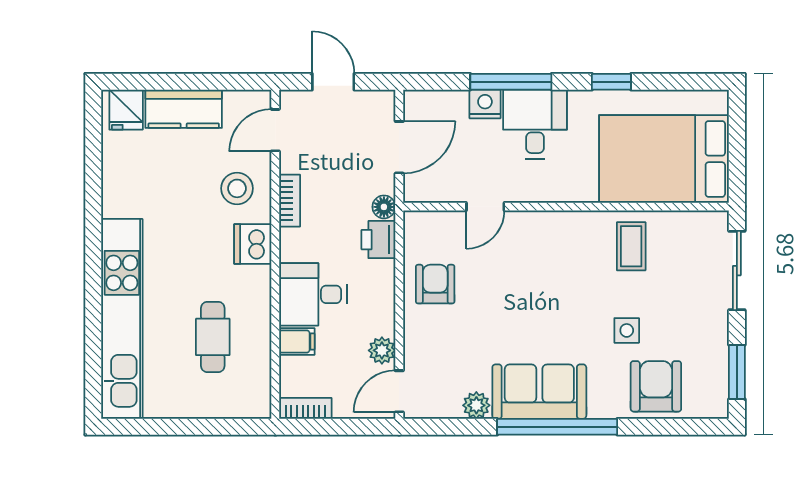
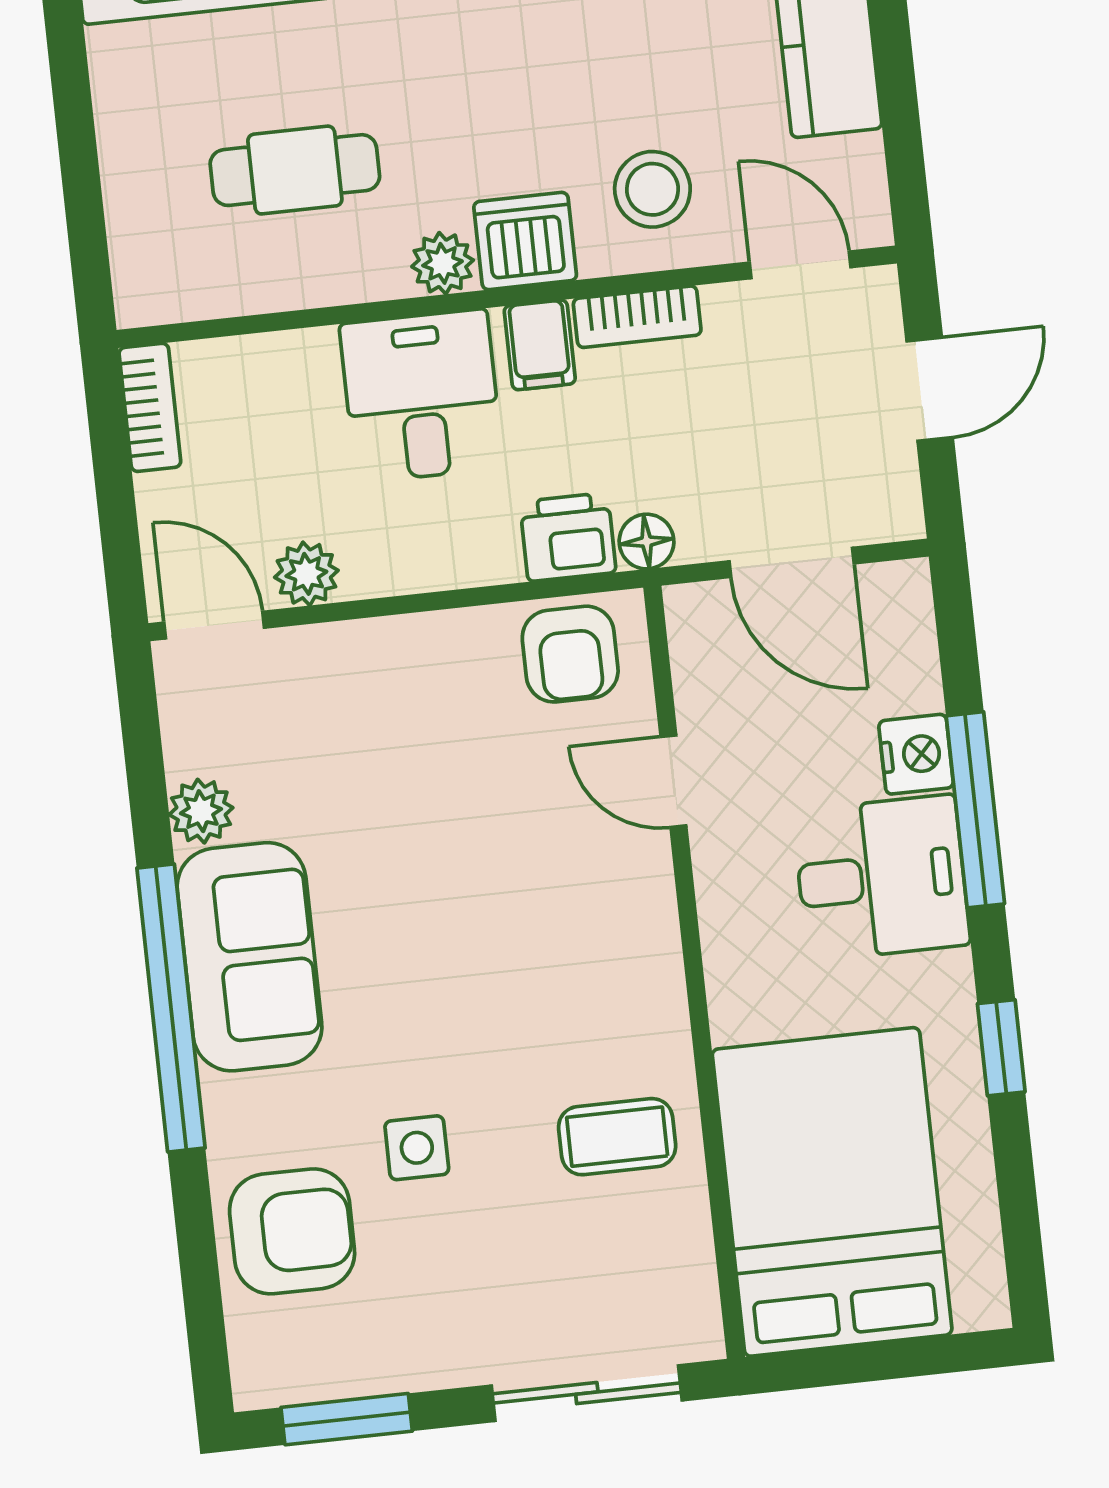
plant: (258, 280) -> (443, 263), added
armchair: (435, 284) -> (570, 654), moved, turned 90
filing cabinet: (297, 342) -> (540, 345), moved

